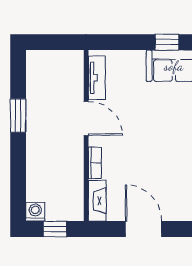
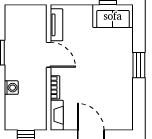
washing machine: (35, 212) -> (11, 88), moved, turned 90

